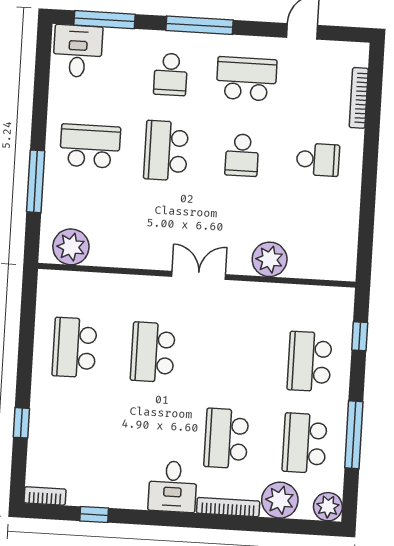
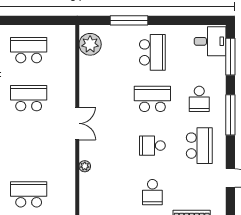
school desk: (171, 74) -> (199, 99), turned -90
plant: (270, 259) -> (85, 166), width x0.53, depth x0.53

